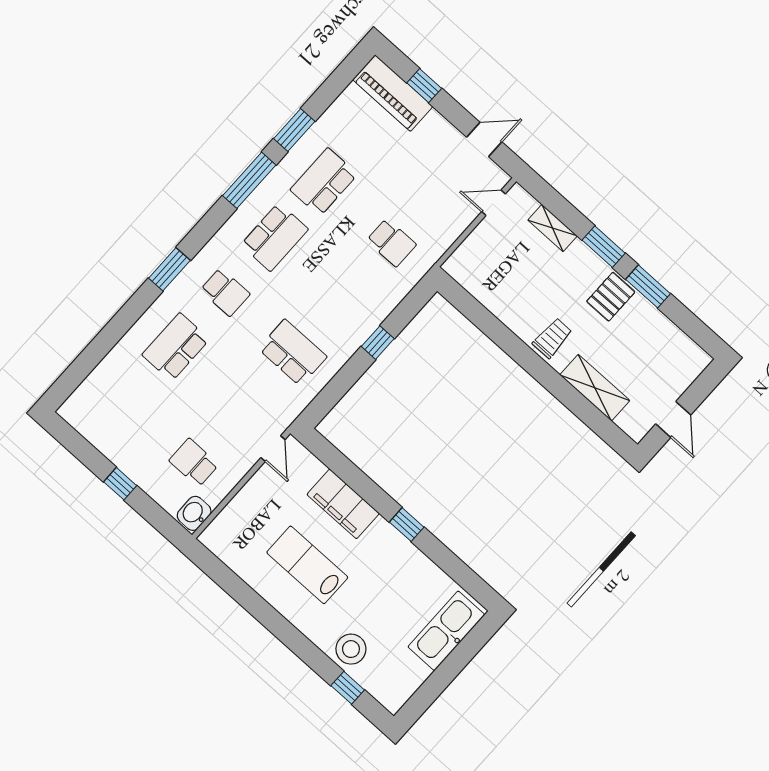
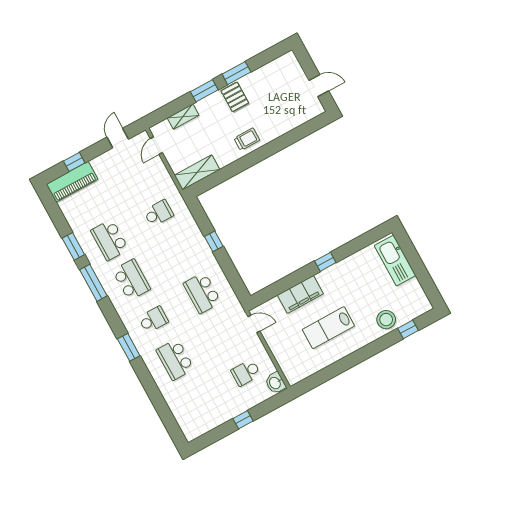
trolley: (552, 338) -> (247, 139), turned 90
school desk: (293, 353) -> (202, 293), turned -90
shelving: (595, 388) -> (197, 172), moved

